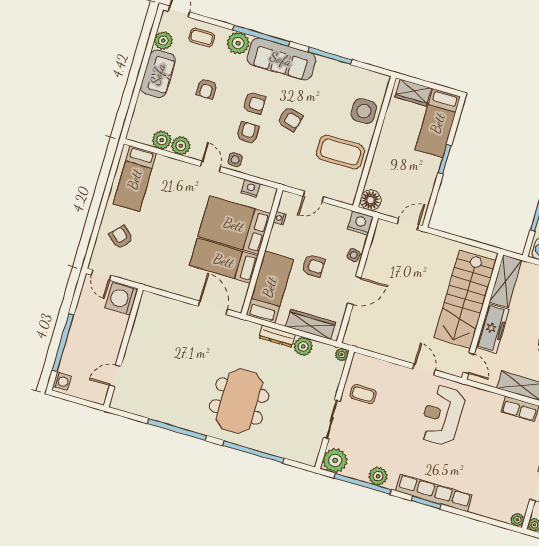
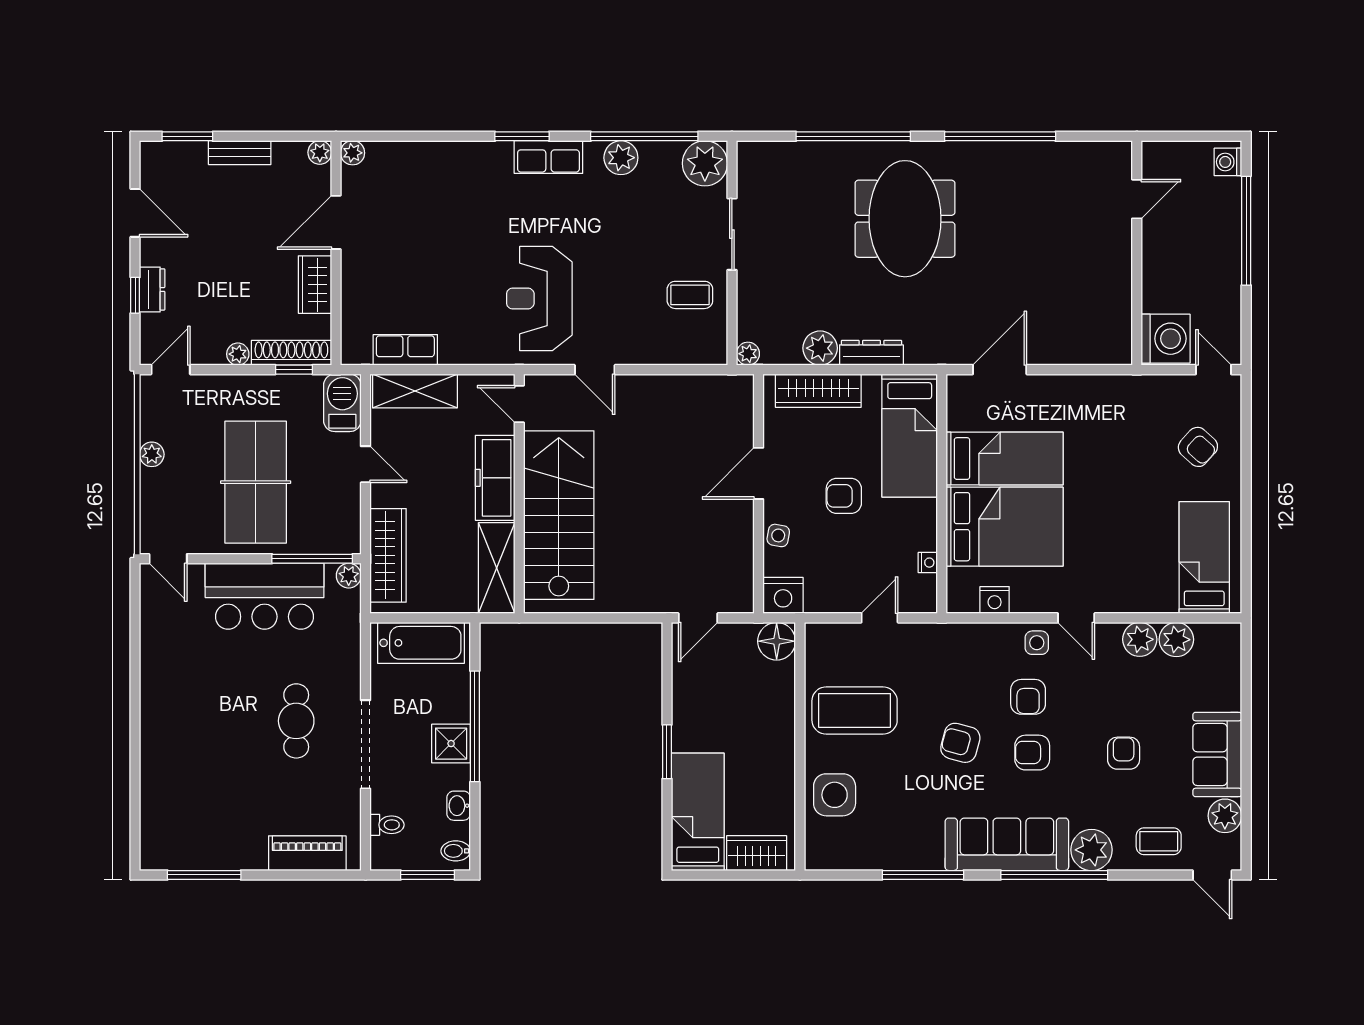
door: (213, 308) -> (1000, 370), swing flipped
reception desk: (442, 415) -> (539, 298), turned 180
row of seats: (434, 493) -> (548, 157), width x0.50

